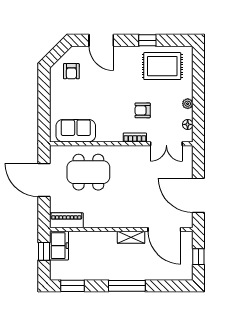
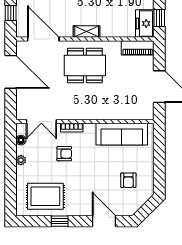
armchair: (71, 71) -> (128, 180), moved, turned 180
sofa: (76, 131) -> (122, 134), width x1.36
double door: (166, 144) -> (41, 122), swing flipped
dining table: (88, 172) -> (85, 65), moved
shelving: (131, 237) -> (87, 32), moved

